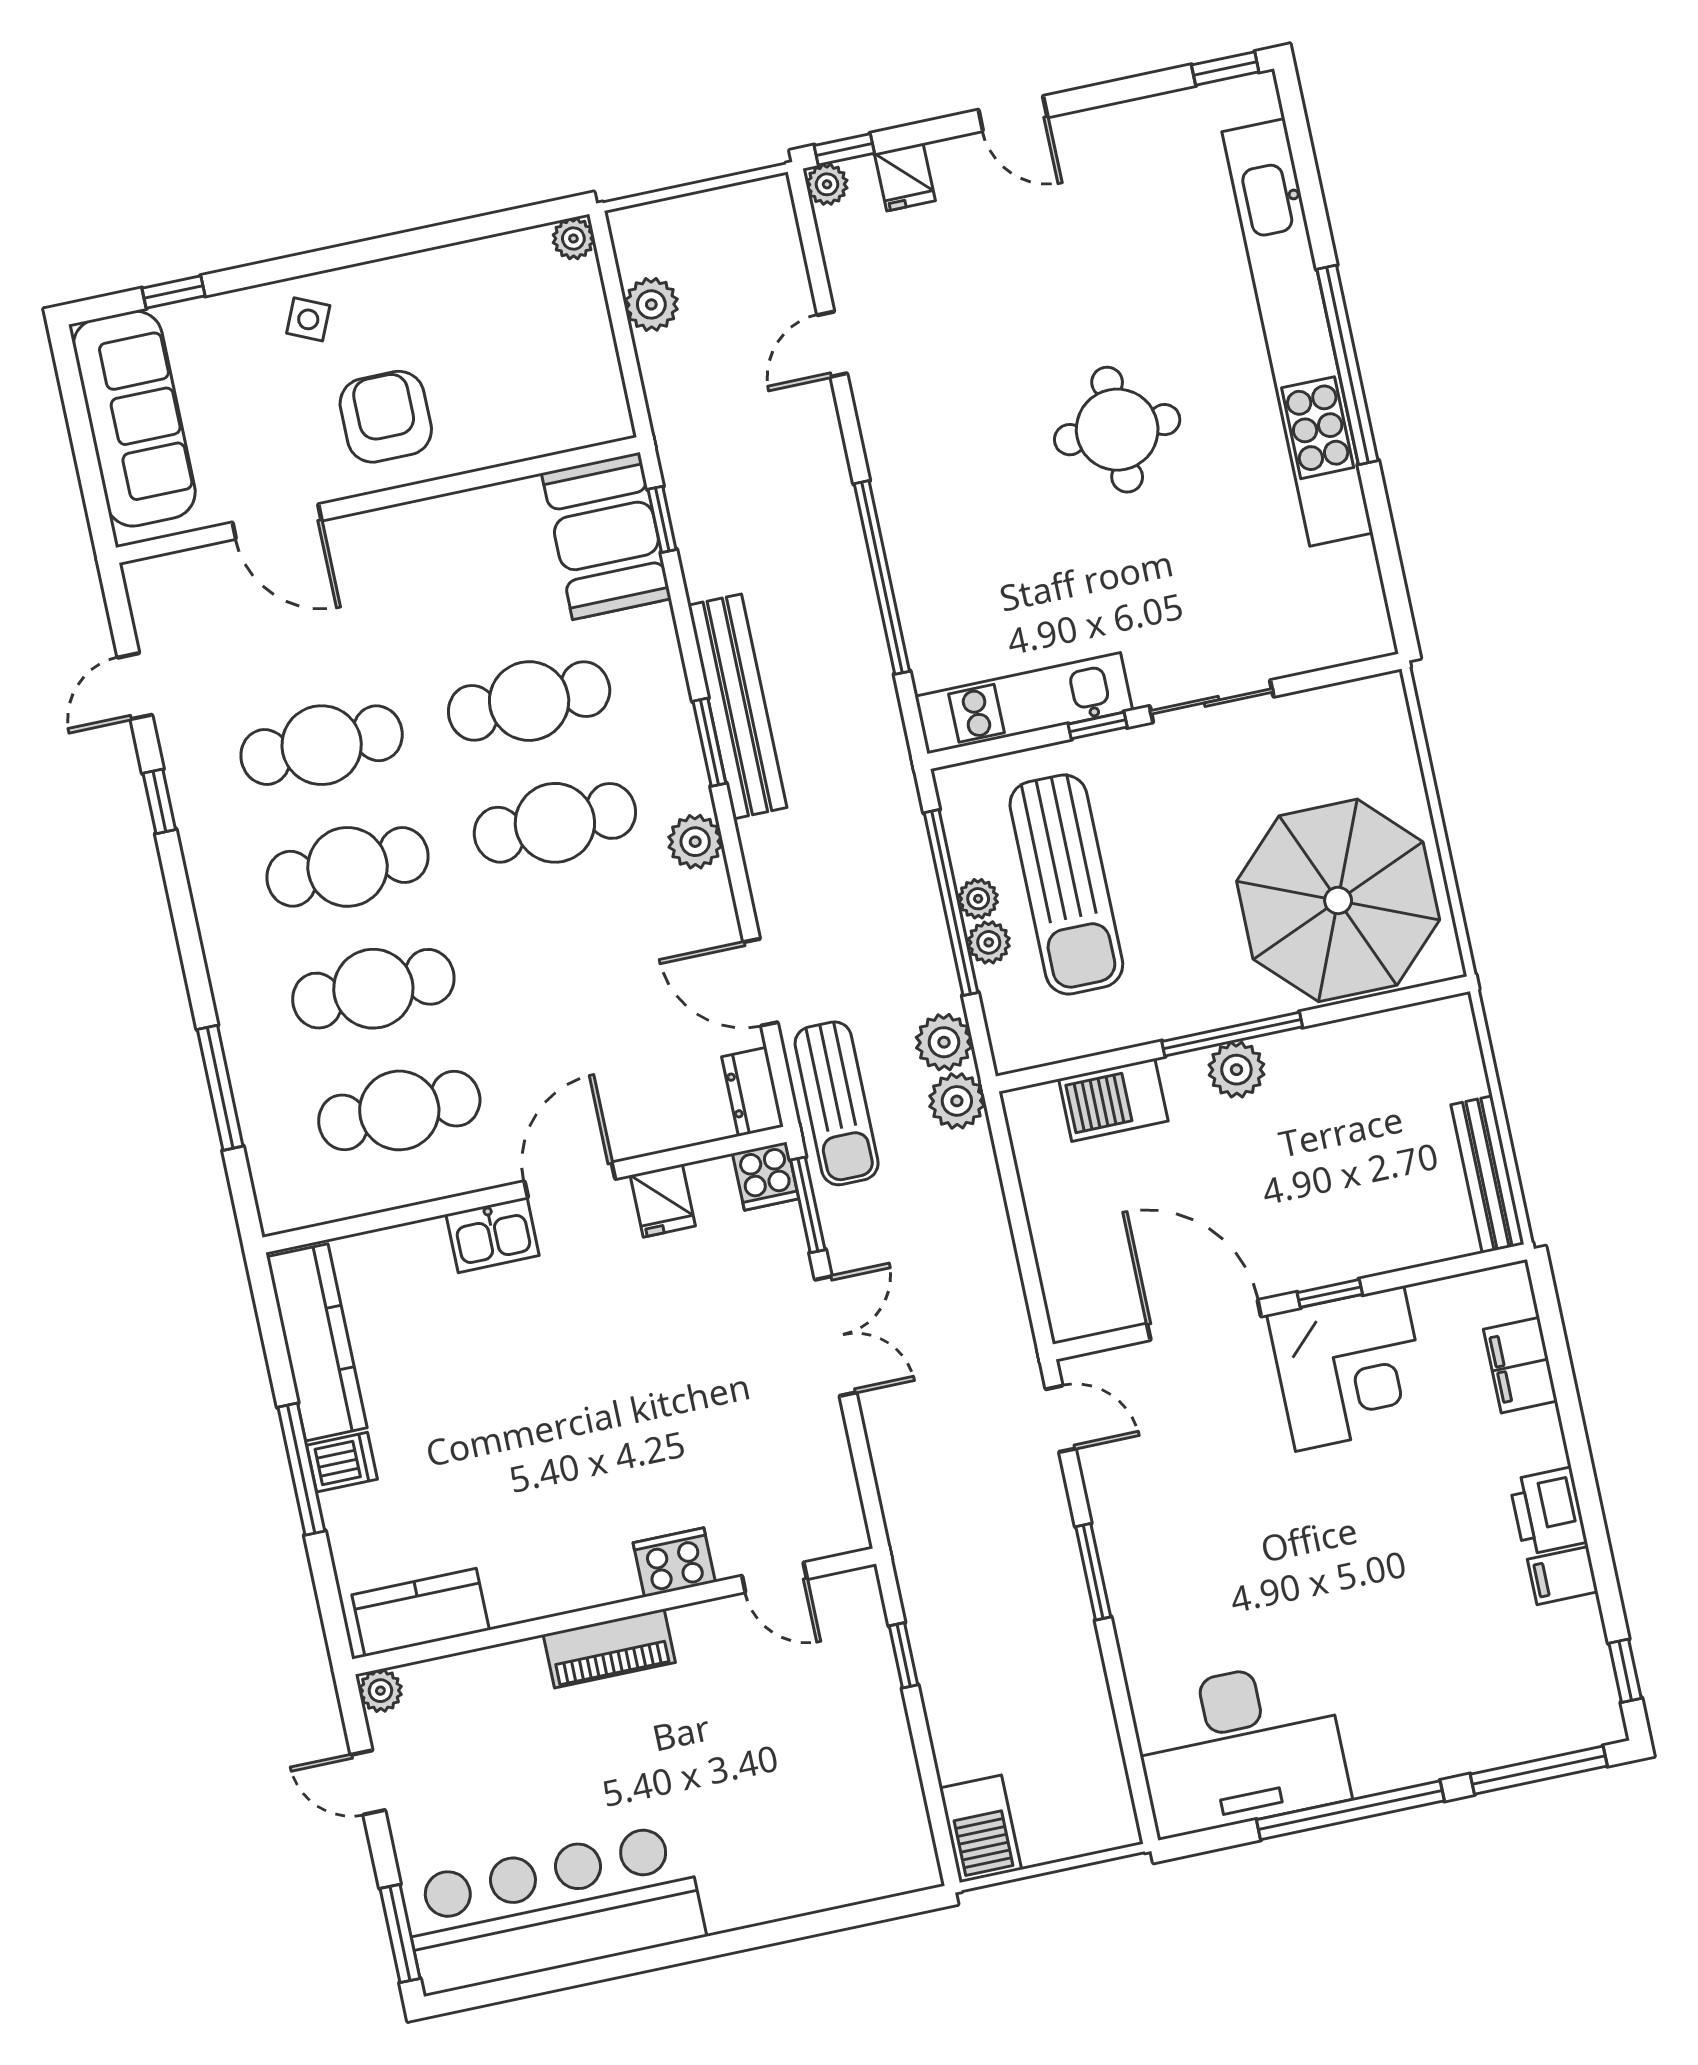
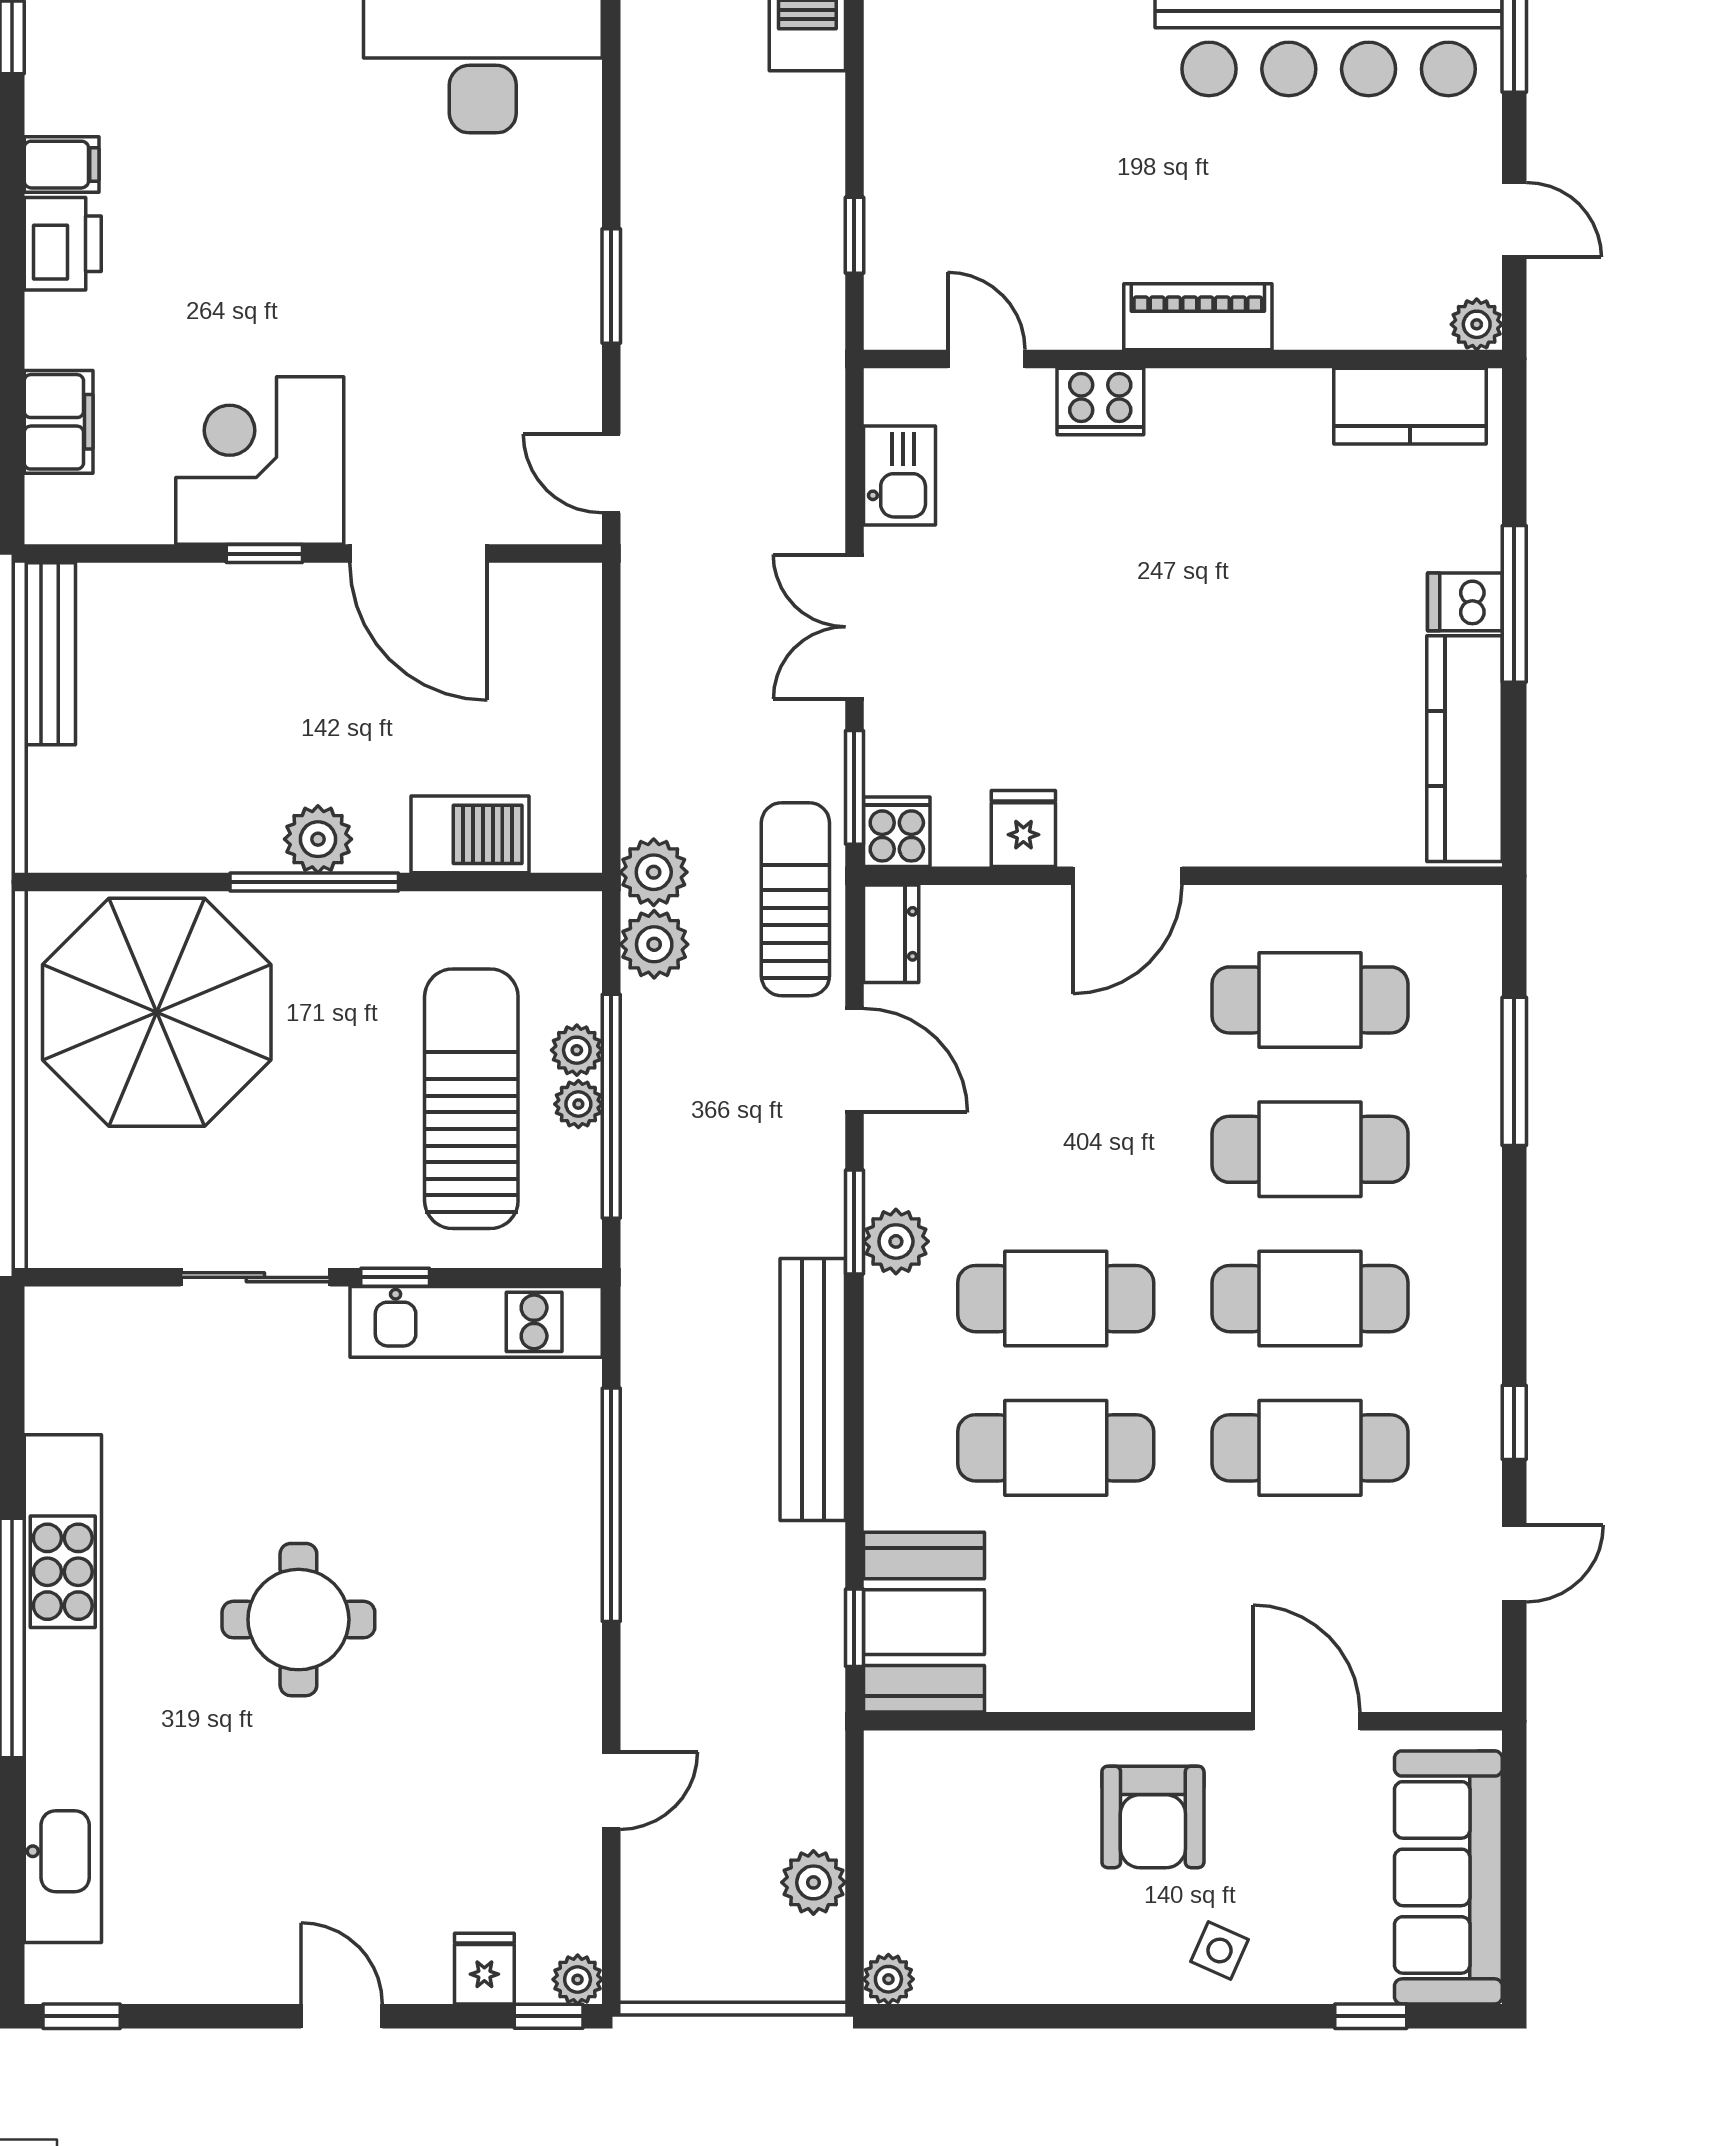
window: (709, 742) -> (854, 1222), moved
kitchen sink: (493, 1235) -> (900, 476), moved, turned 90

